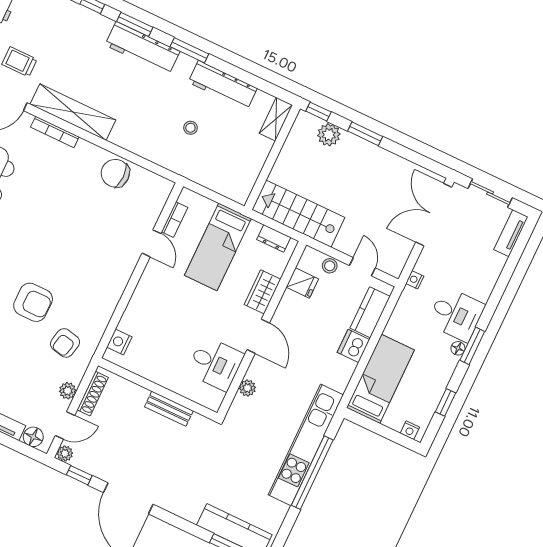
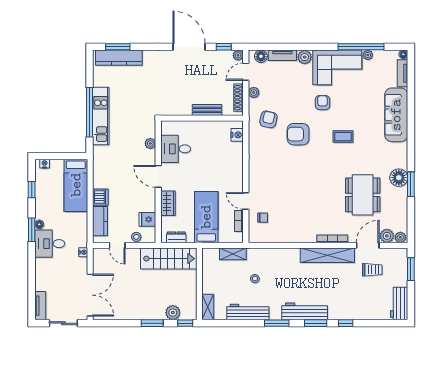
chair: (115, 173) -> (263, 218), moved, width x0.54, depth x0.54
shelving: (205, 177) -> (233, 254), added
bench: (169, 409) -> (207, 110), moved
kitchen unit: (306, 445) -> (101, 116), width x0.73

